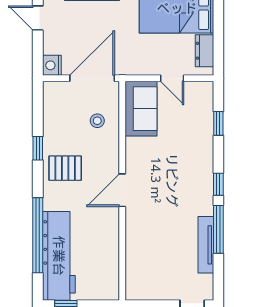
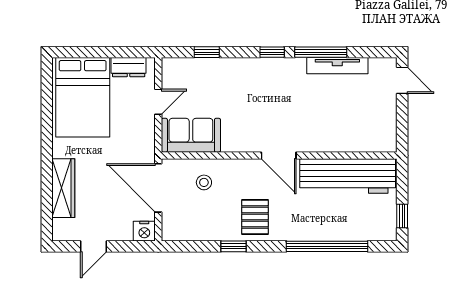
workbench: (59, 256) -> (348, 176), moved, turned 180

